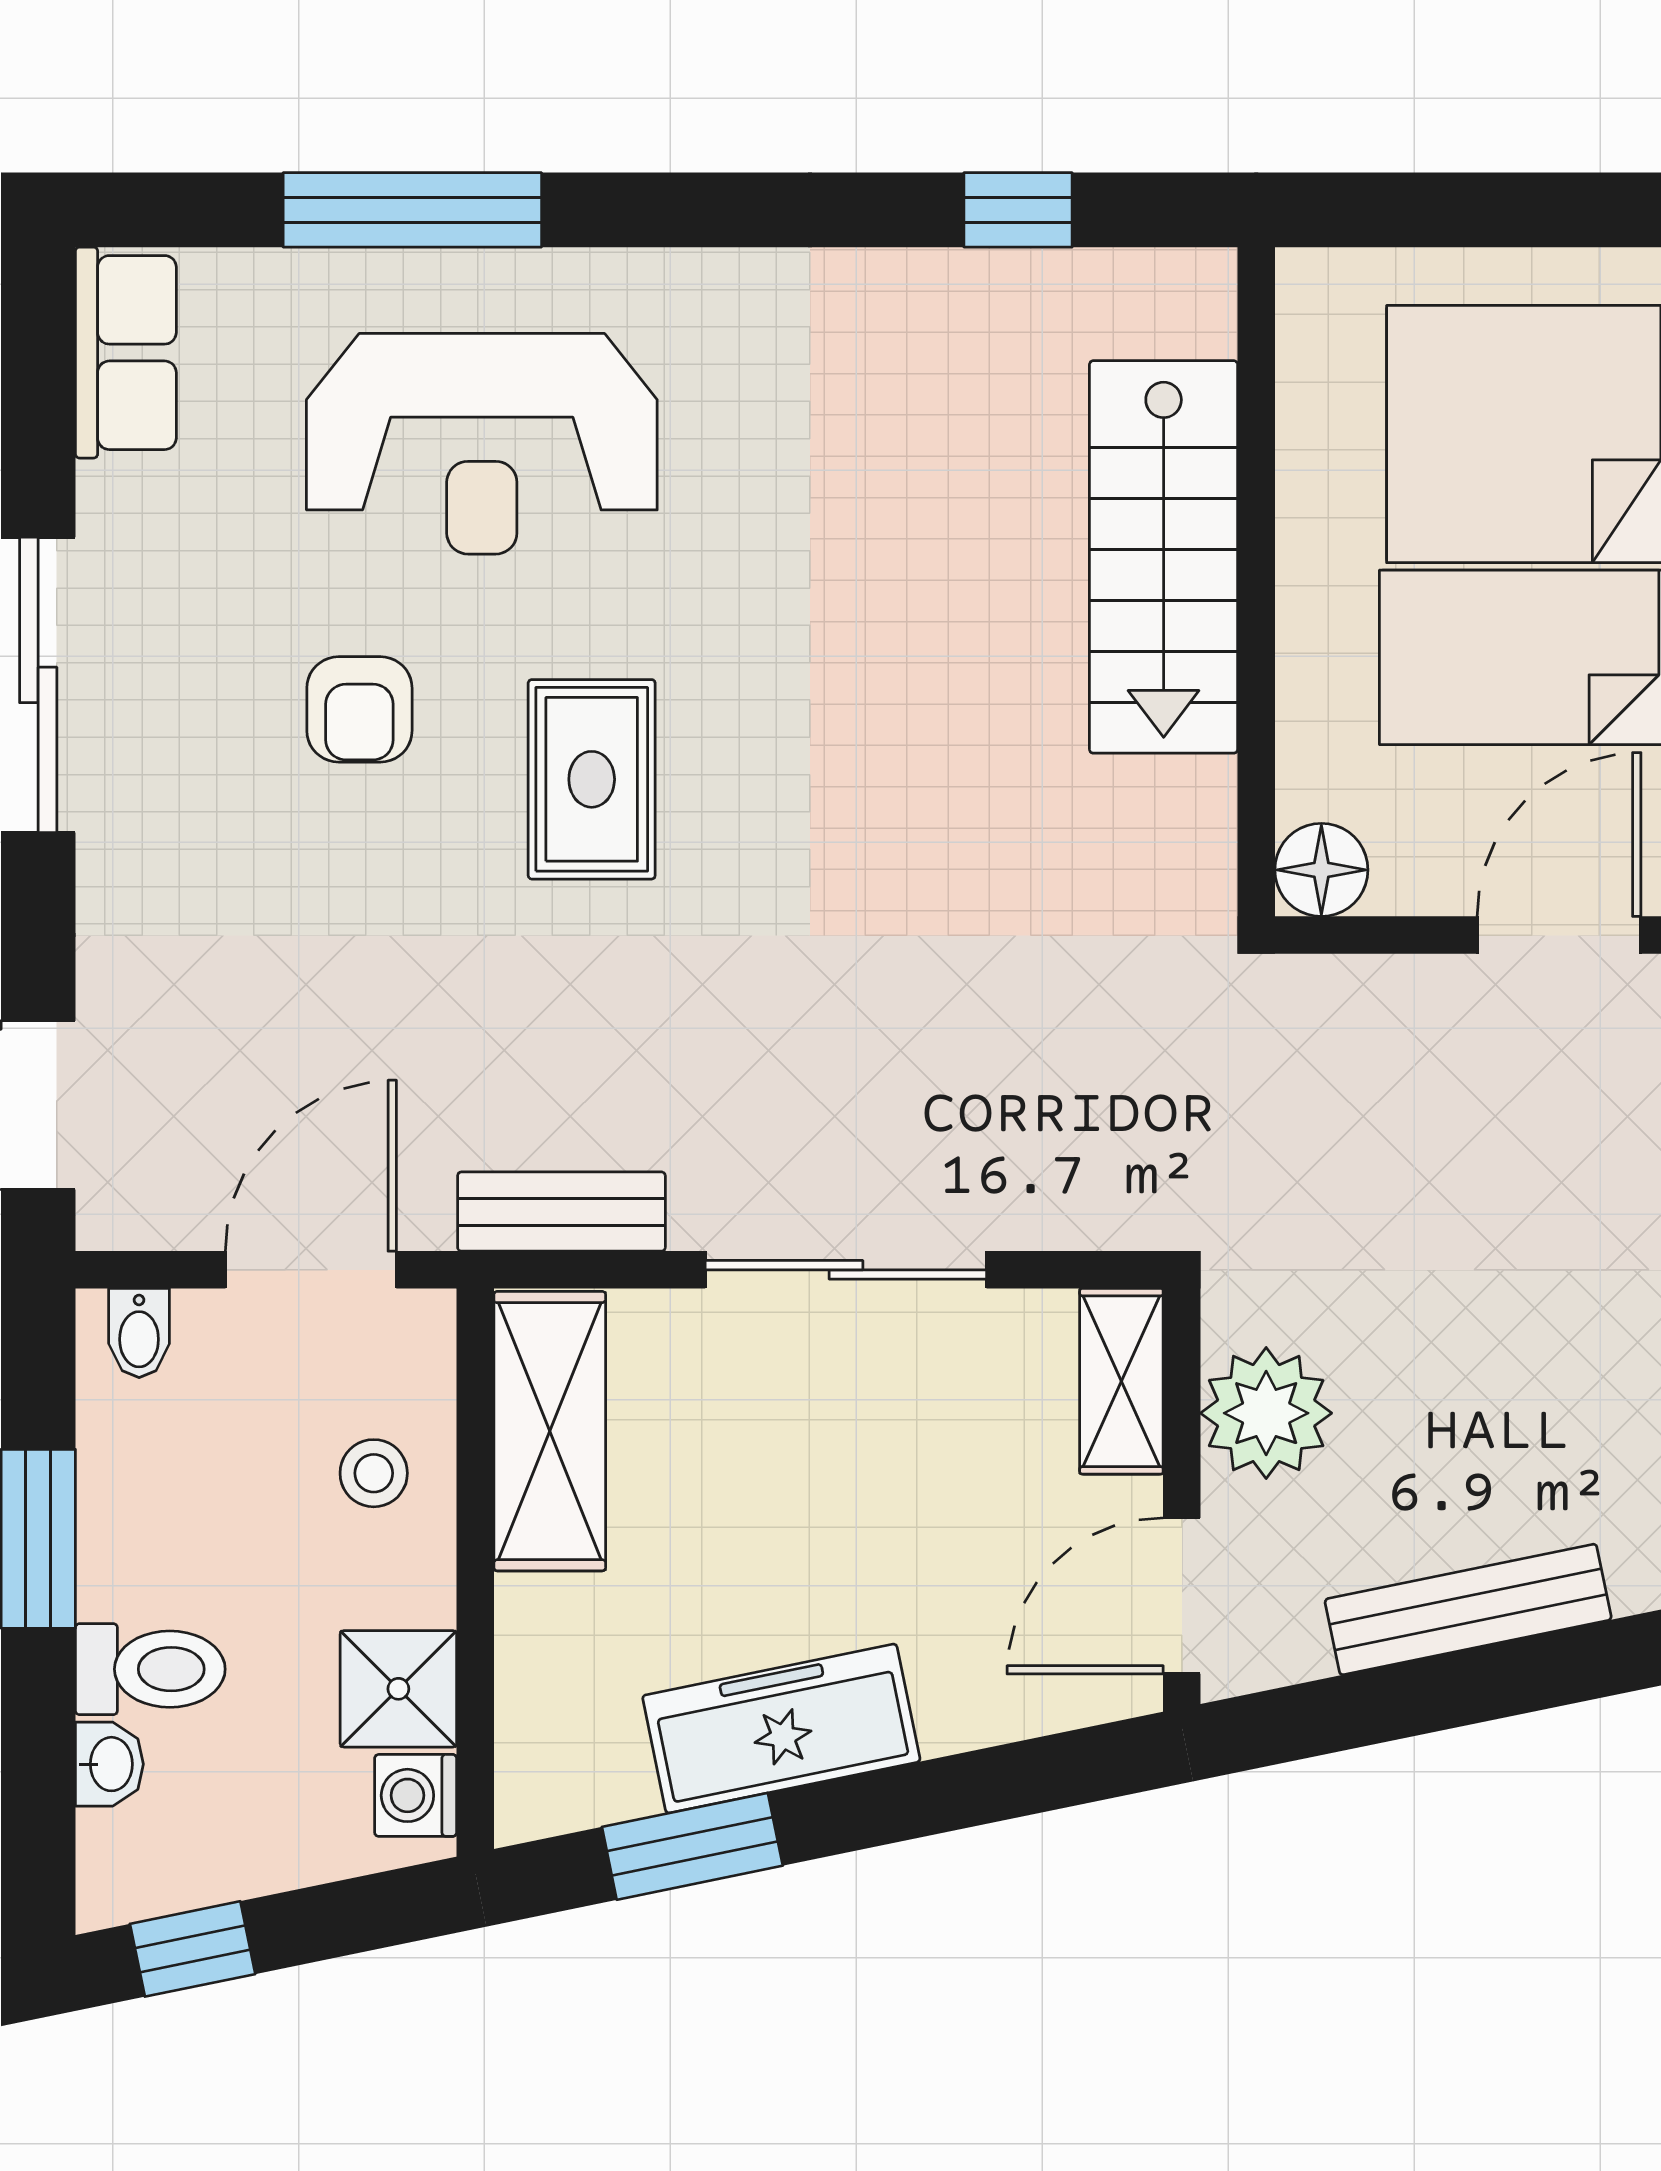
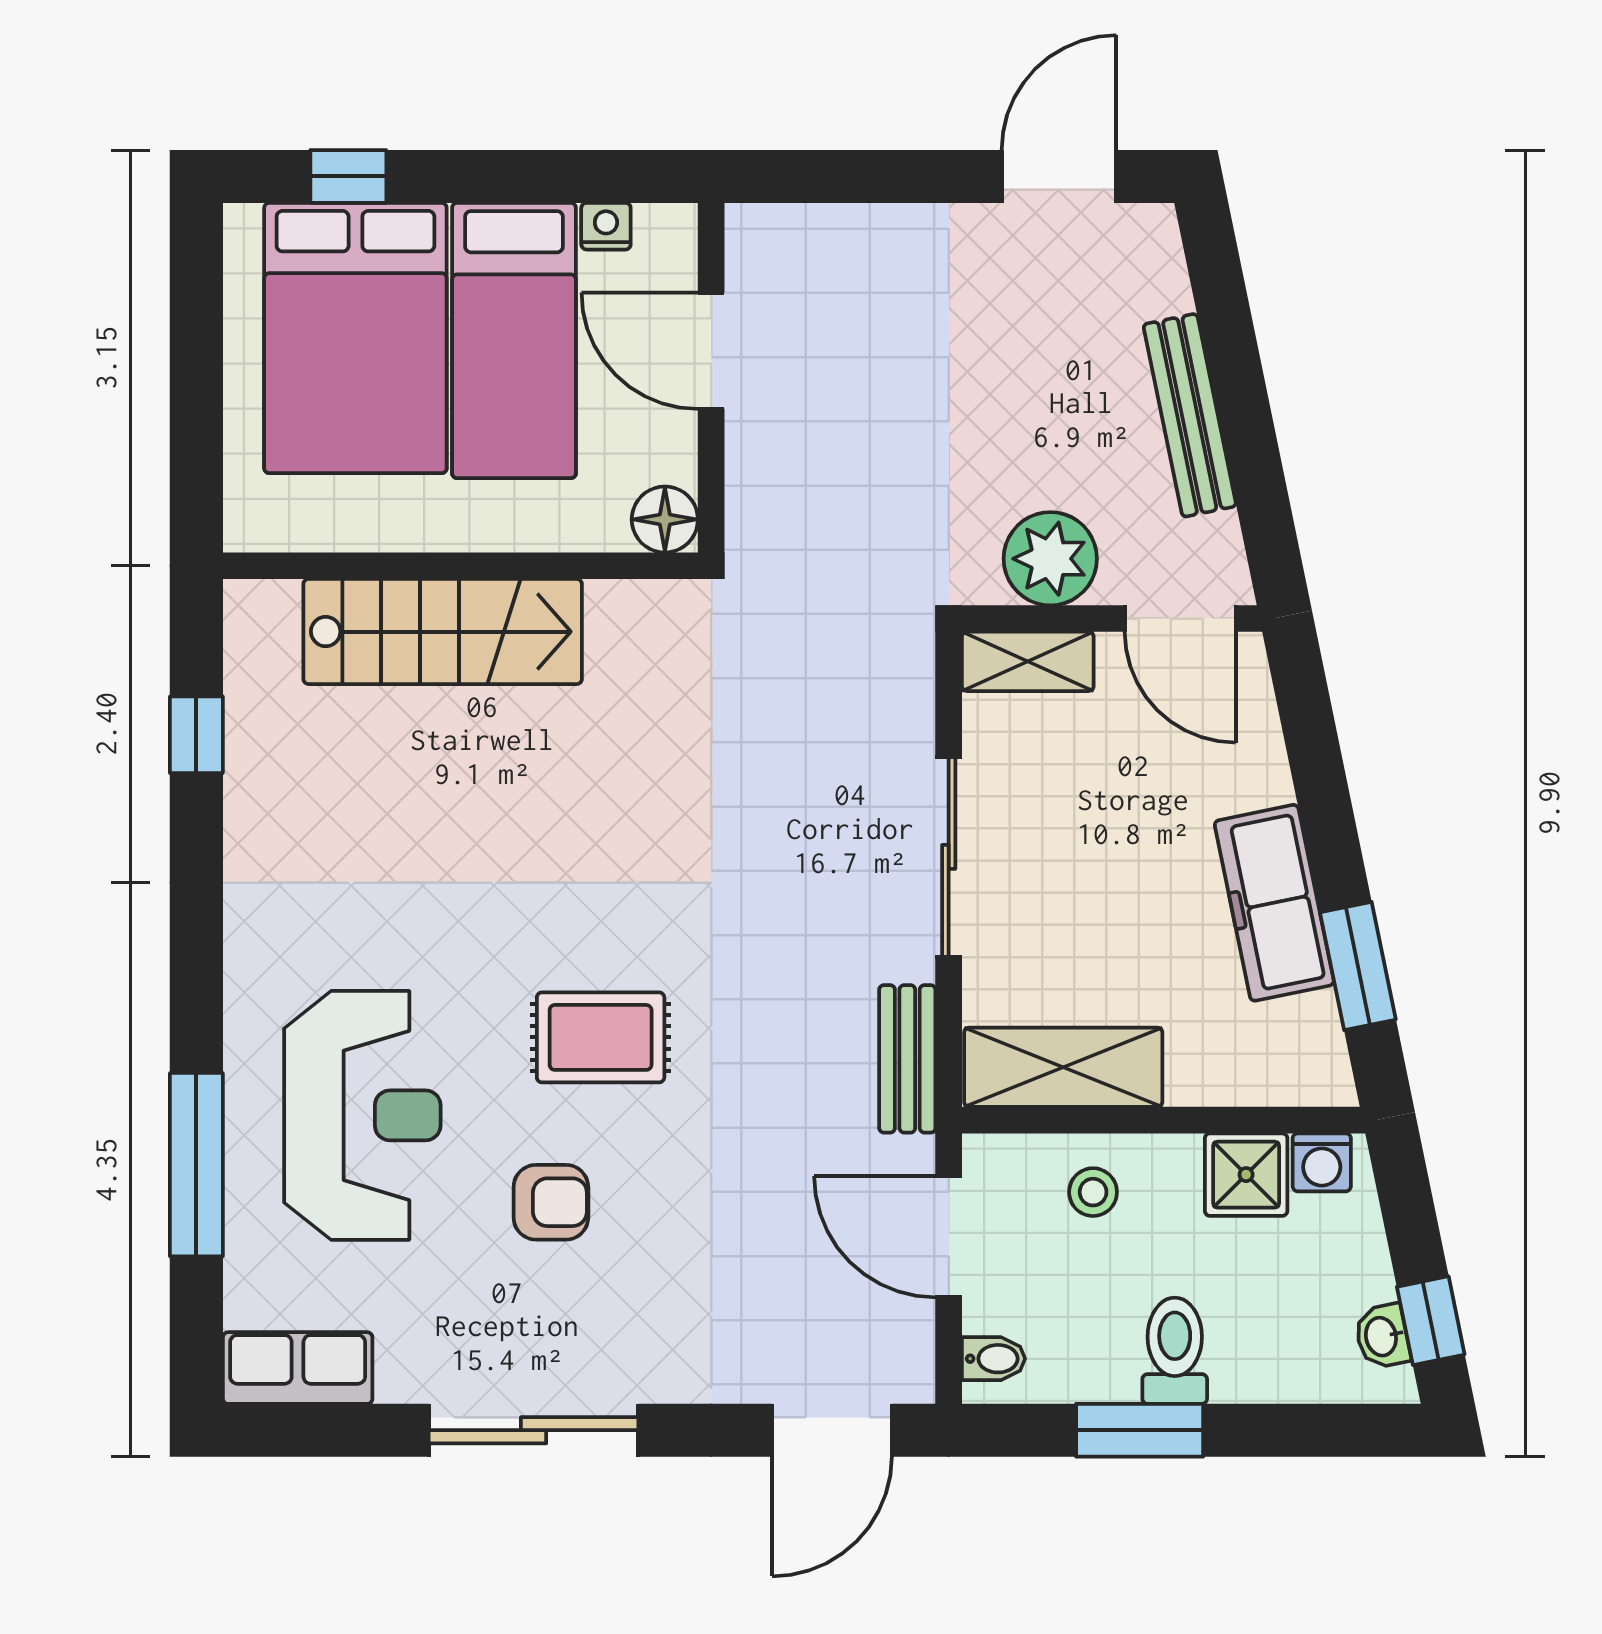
toilet: (150, 1669) -> (1175, 1351), moved
washbasin: (109, 1764) -> (1382, 1336), moved, turned -102

